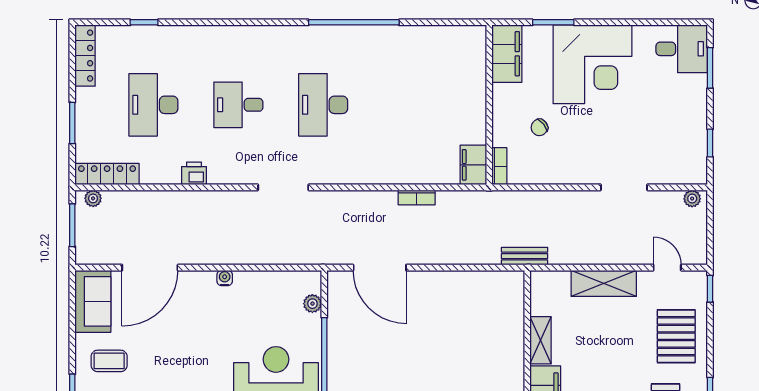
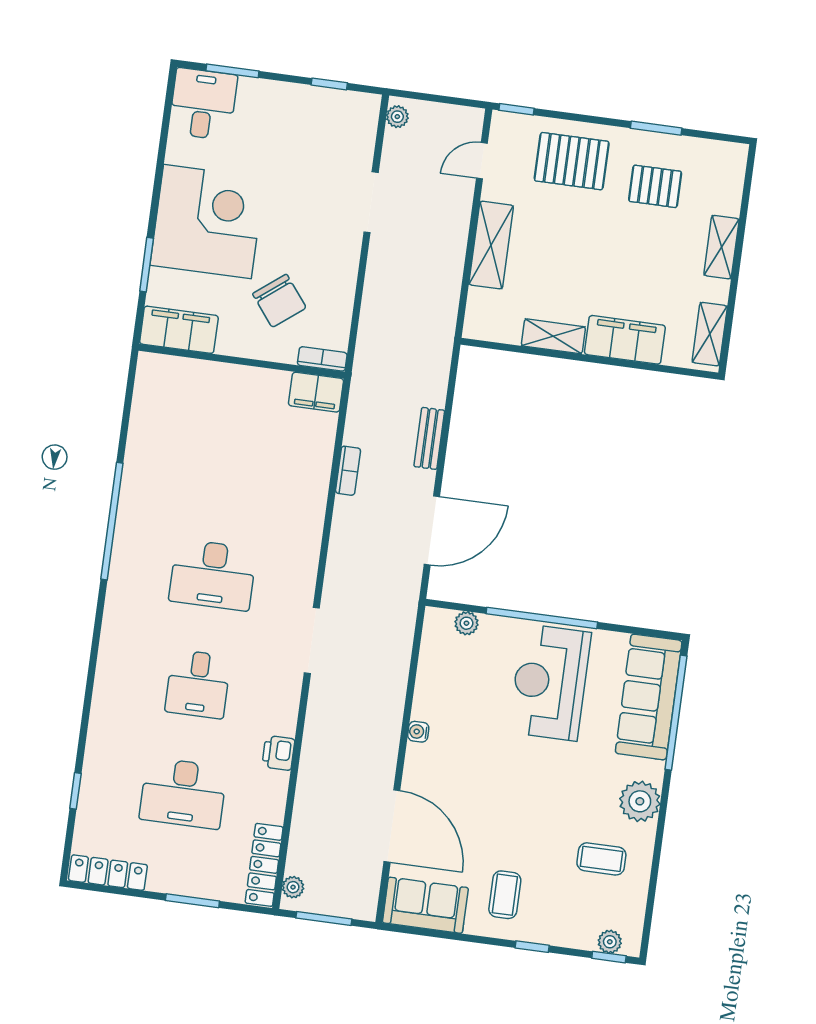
chair: (539, 127) -> (279, 301), width x1.87, depth x1.87
bench: (525, 256) -> (429, 438), moved

